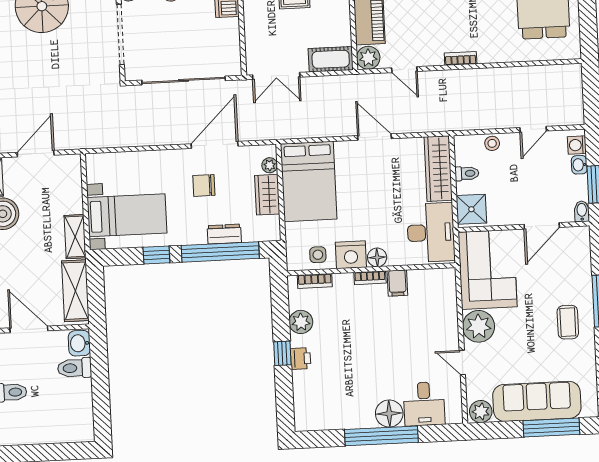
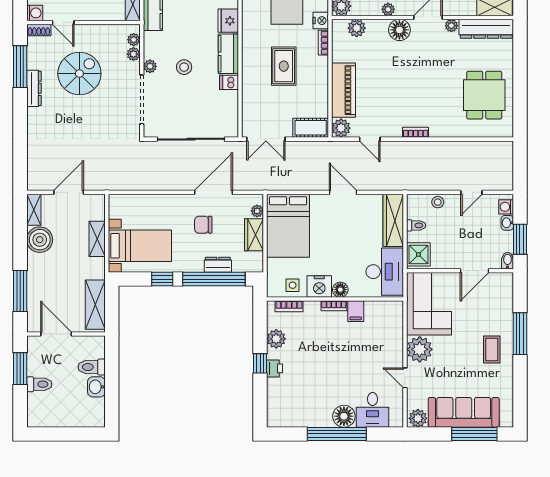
shelving: (75, 237) -> (97, 239), moved
washbasin: (79, 343) -> (96, 387), moved

